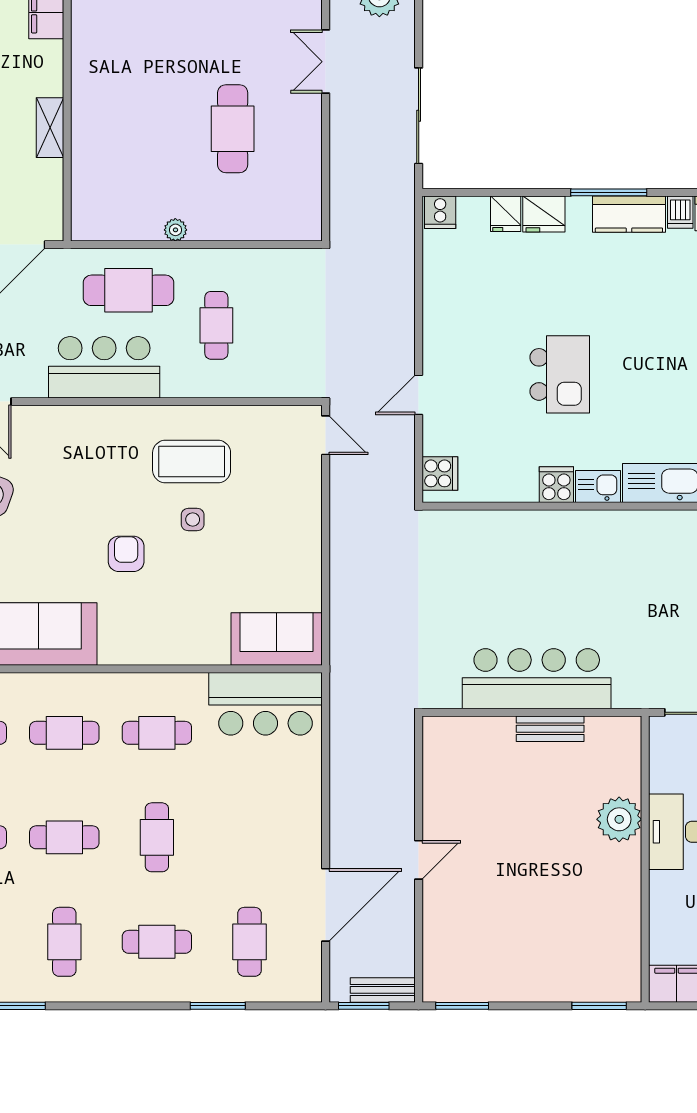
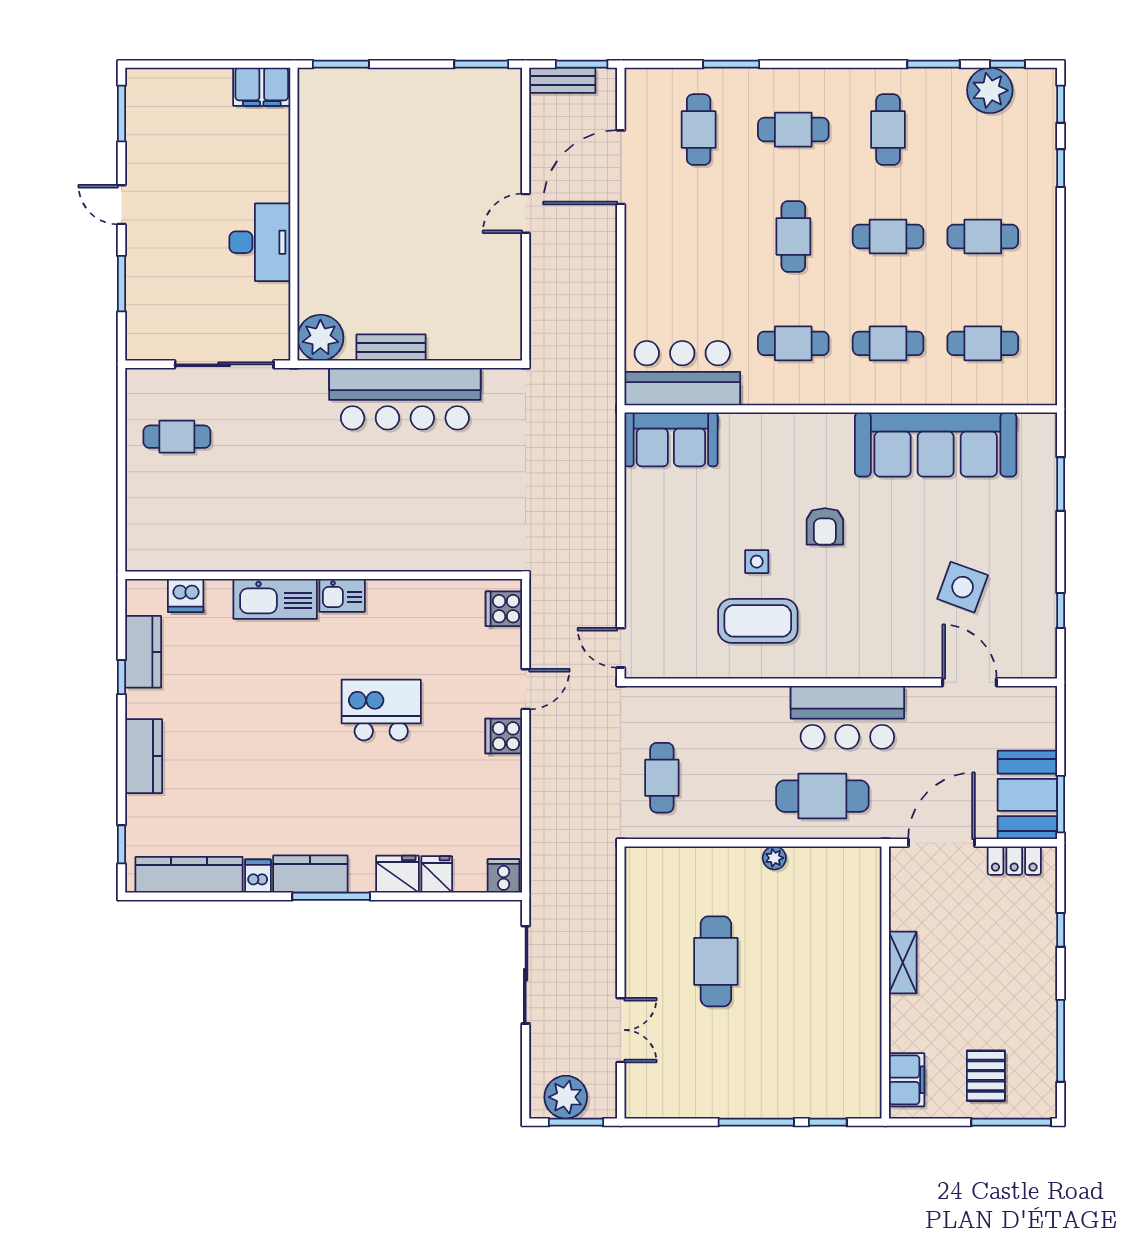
cafe table: (216, 325) -> (662, 778), moved
kitchen island: (560, 374) -> (381, 710), turned 90
cooker: (556, 485) -> (504, 736), moved, turned 90
plant: (619, 819) -> (320, 338), moved

